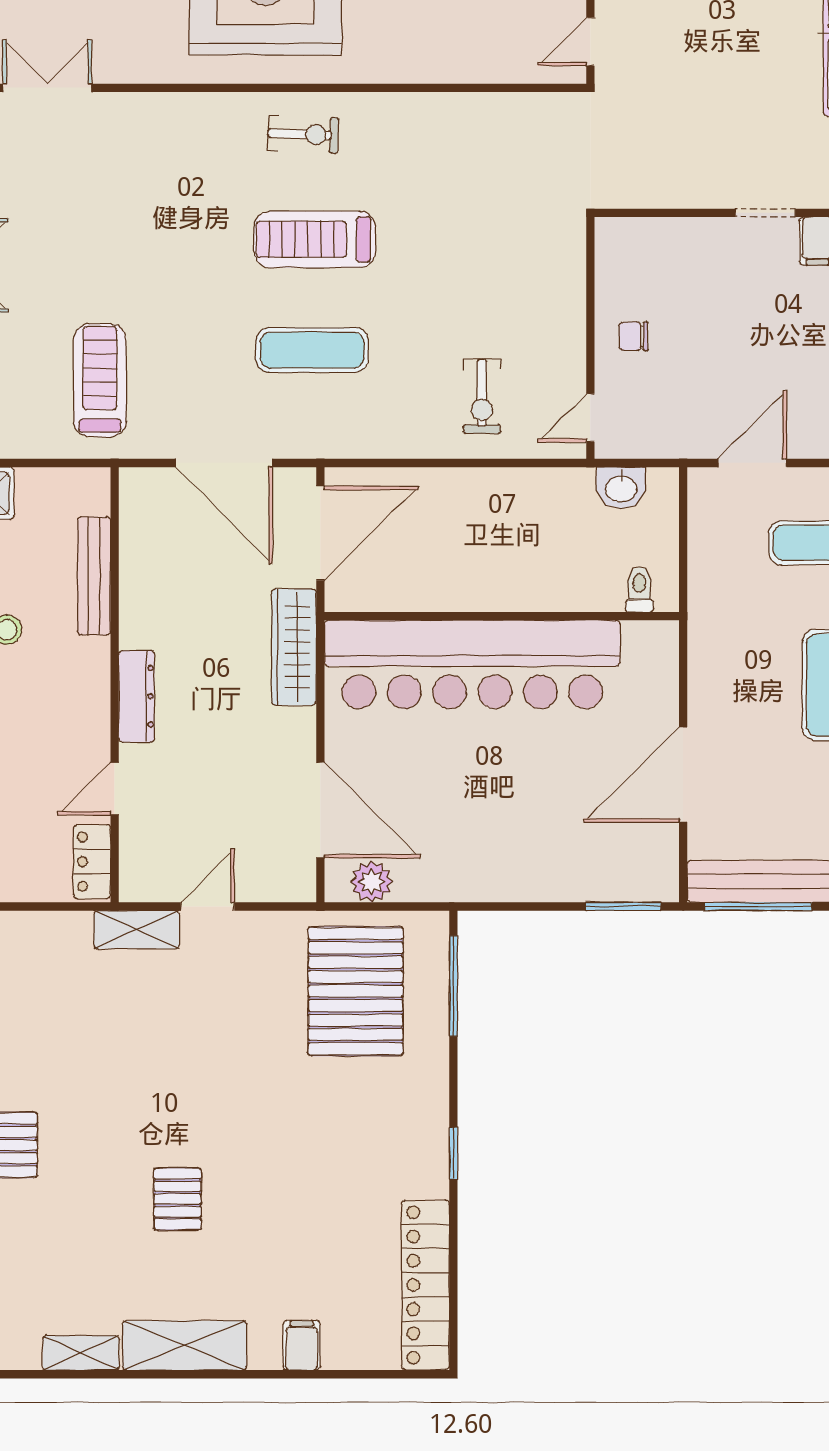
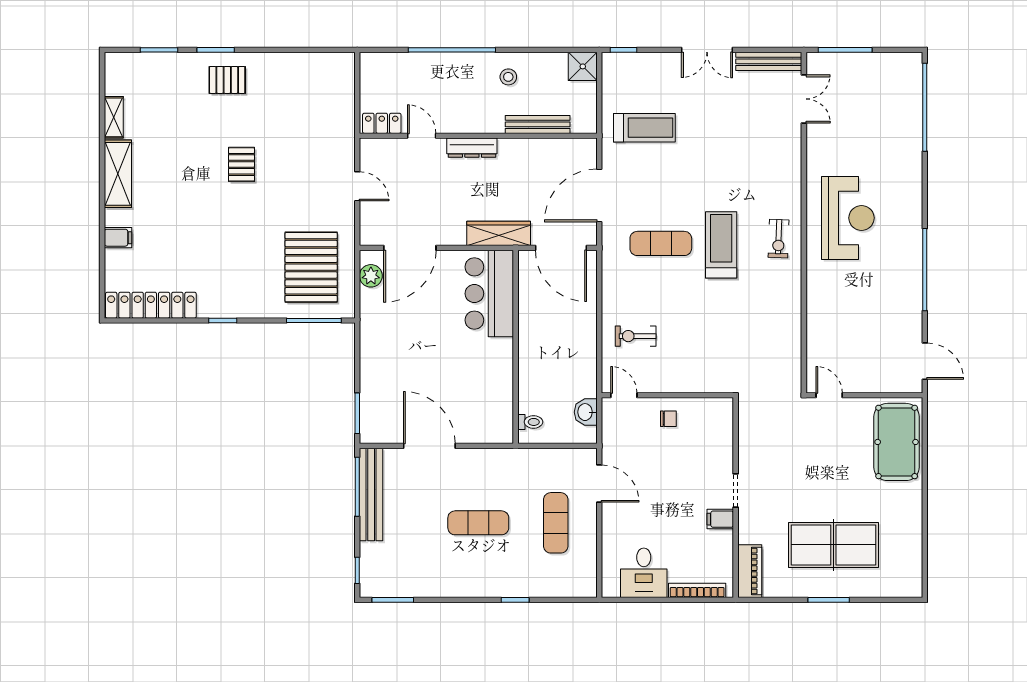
chair: (634, 336) -> (668, 419), turned 90
exercise mat: (312, 350) -> (661, 243), turned 90
bar counter: (472, 664) -> (489, 294), width x0.54
shelving: (137, 930) -> (345, 148), removed
pallet: (356, 991) -> (311, 267), turned 90
pallet: (178, 1199) -> (241, 164), moved, turned 90

